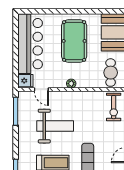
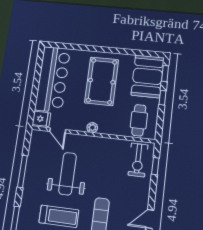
window: (16, 111) -> (22, 171), moved
weight bench: (55, 126) -> (68, 174), turned -90

